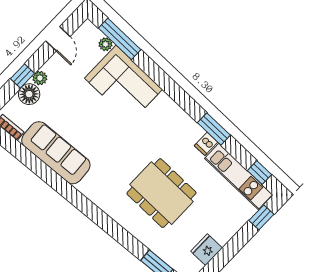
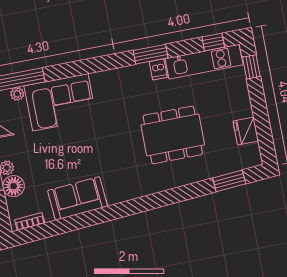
sofa: (56, 153) -> (78, 198), width x0.73

